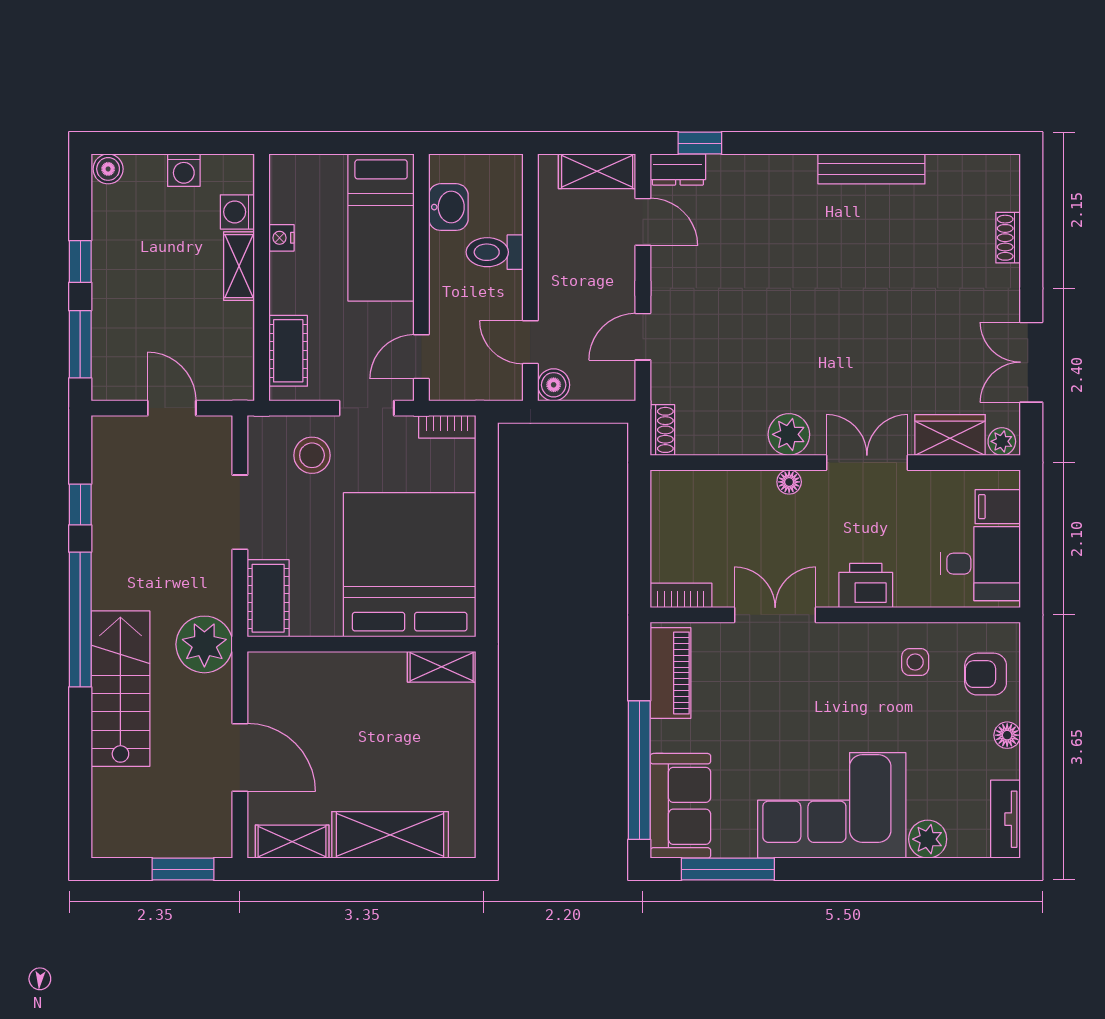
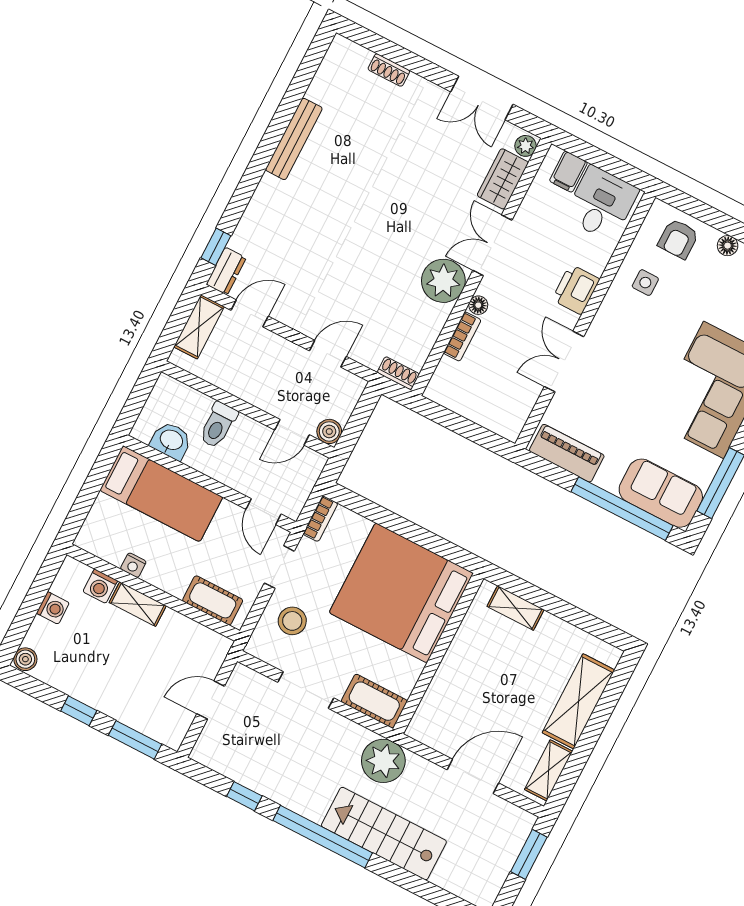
door: (643, 337) -> (328, 354), swing flipped
plant: (789, 434) -> (443, 281), width x1.36, depth x1.36
bookcase: (681, 595) -> (462, 337), moved, turned 180
shelving: (442, 667) -> (516, 608), moved, turned 90

